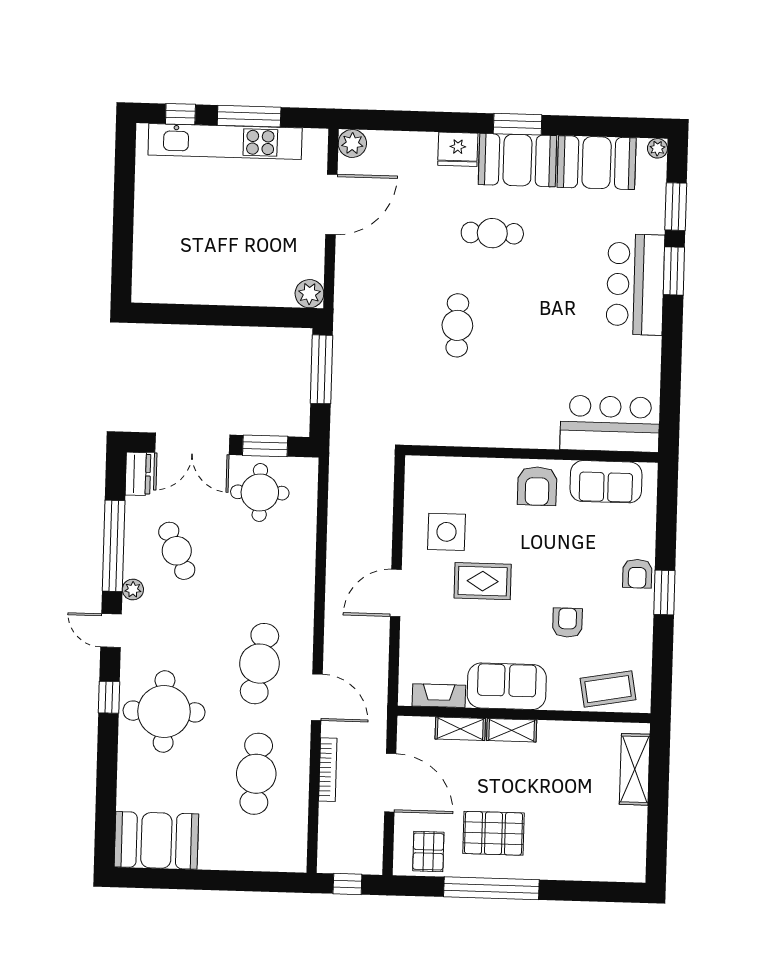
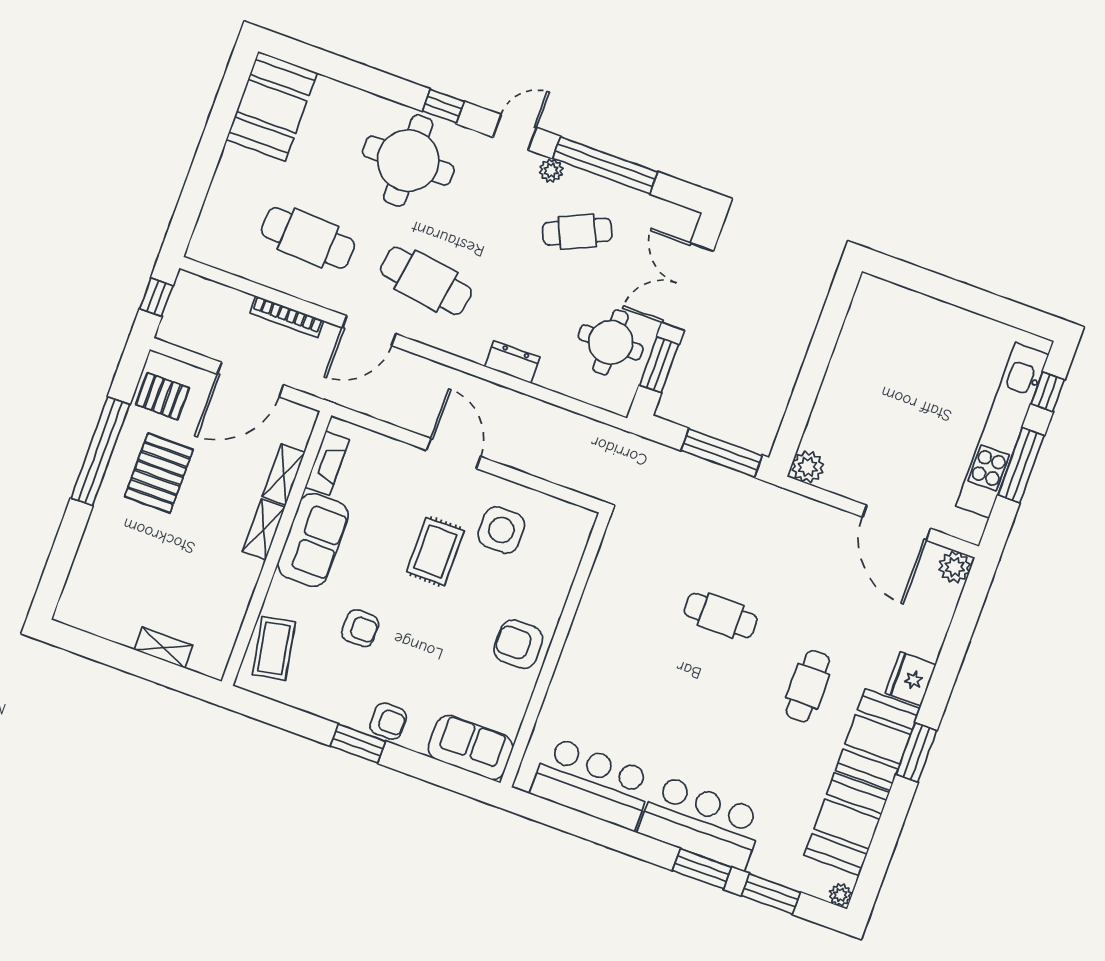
bar counter: (610, 424) -> (592, 784), moved, turned -90
dresser: (138, 474) -> (512, 362), moved, turned 180
sofa: (606, 482) -> (471, 747), moved, turned 90
armchair: (637, 574) -> (388, 721), turned 180
shelving: (635, 769) -> (164, 648), width x0.67, depth x0.75

